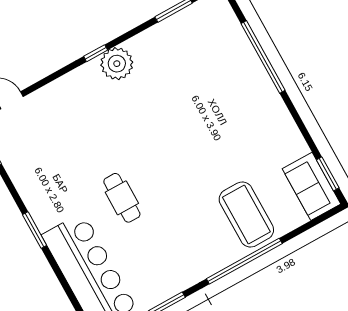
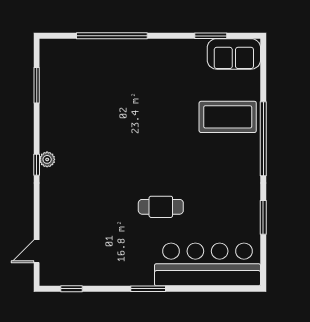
plant: (117, 64) -> (47, 159), width x0.53, depth x0.53
window: (328, 174) -> (211, 36), moved

